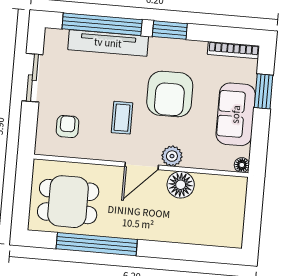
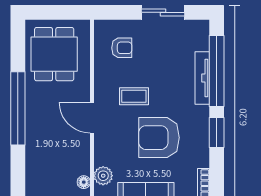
tv unit: (108, 43) -> (202, 78), width x0.73, depth x0.78
plant: (172, 156) -> (103, 176), moved
floor lamp: (181, 185) -> (84, 182), moved, width x0.53, depth x0.53
window: (97, 244) -> (18, 108), moved

